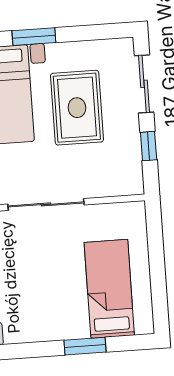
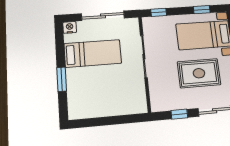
bed: (109, 289) -> (93, 53), moved

